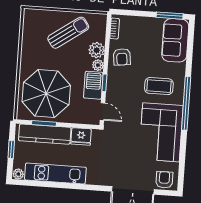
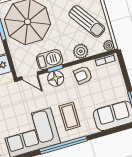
plant: (98, 65) -> (109, 45), moved
floor lamp: (115, 86) -> (56, 78), added
door: (102, 112) -> (30, 76), hinge flipped

